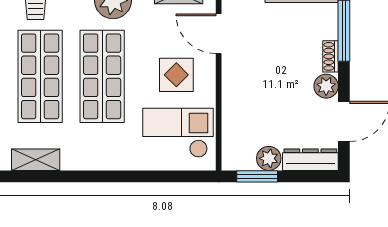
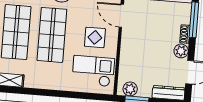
plant: (269, 158) -> (130, 89), moved

